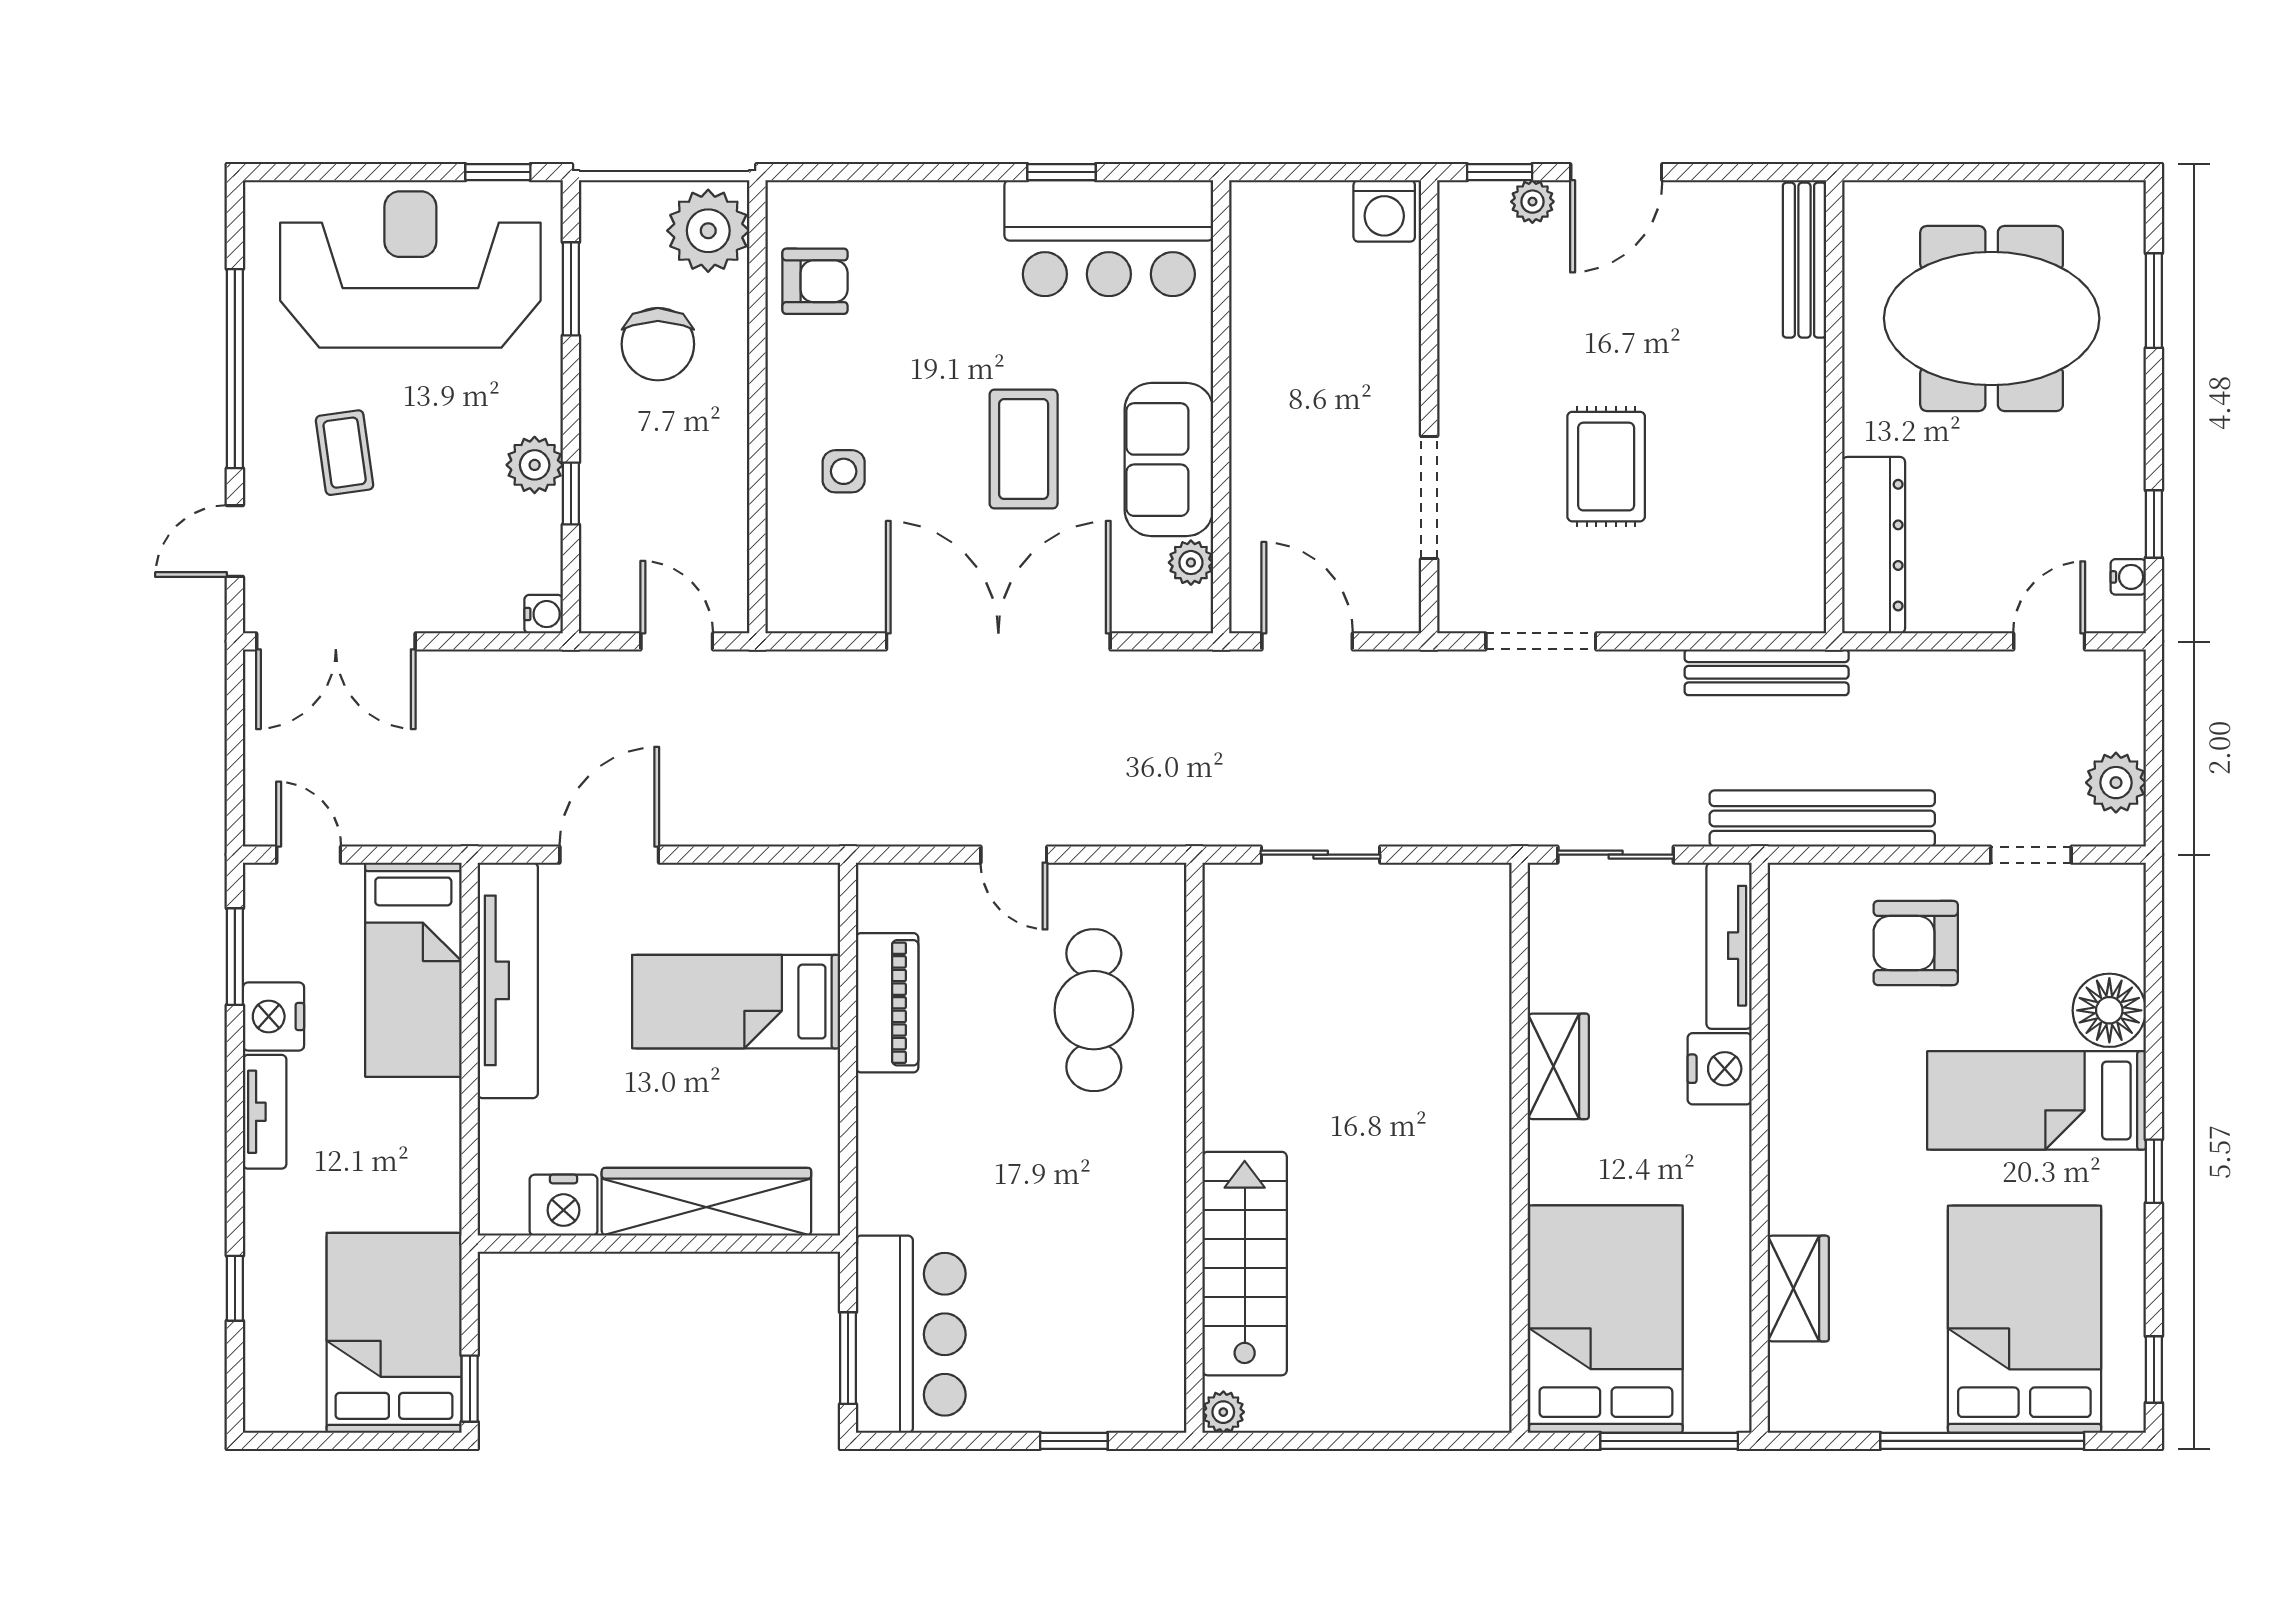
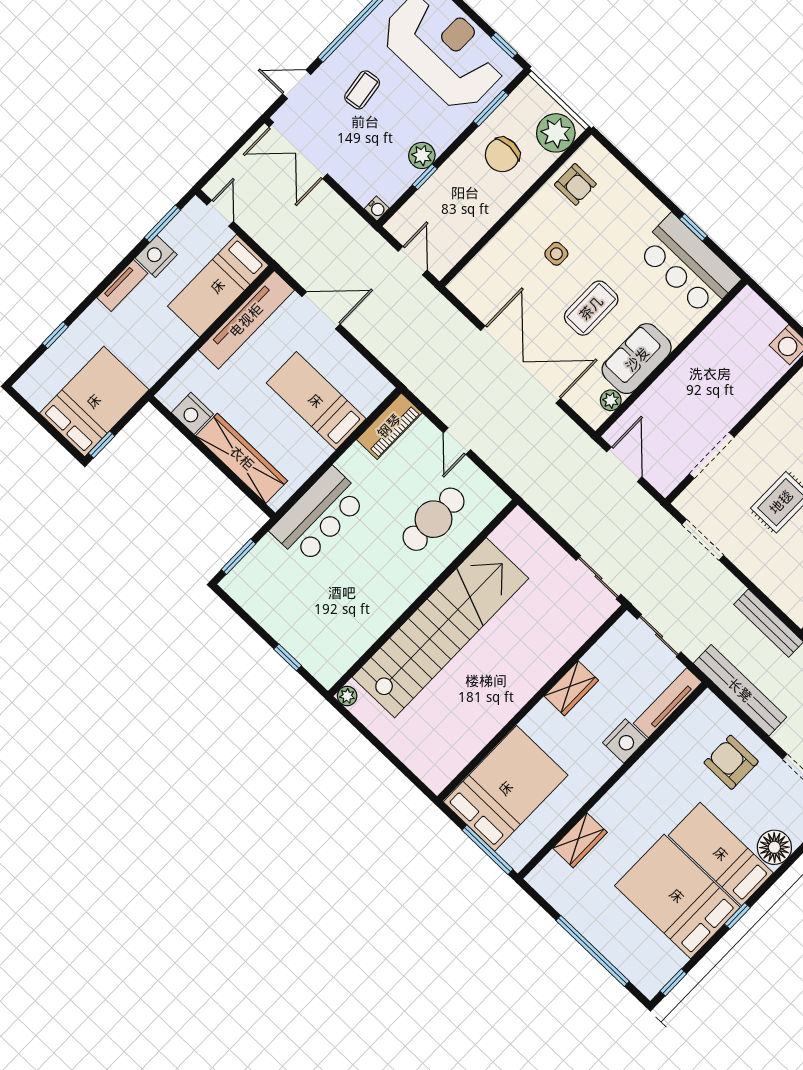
side table: (844, 471) -> (556, 254), moved
sliding door: (1321, 855) -> (598, 577), moved
piano: (887, 1003) -> (389, 426), moved
stairs: (1245, 1264) -> (440, 628), width x1.86, depth x1.51
bed: (2024, 1319) -> (677, 896), moved, turned -90
bar counter: (911, 1334) -> (319, 516), moved

